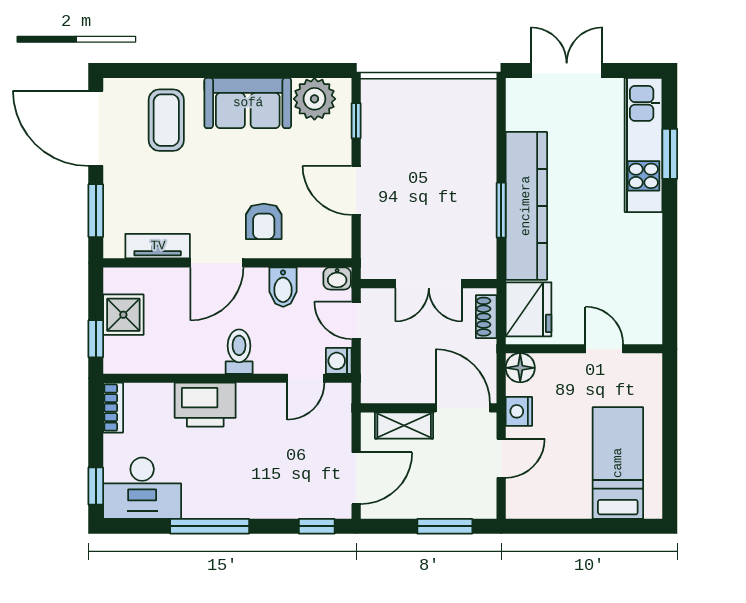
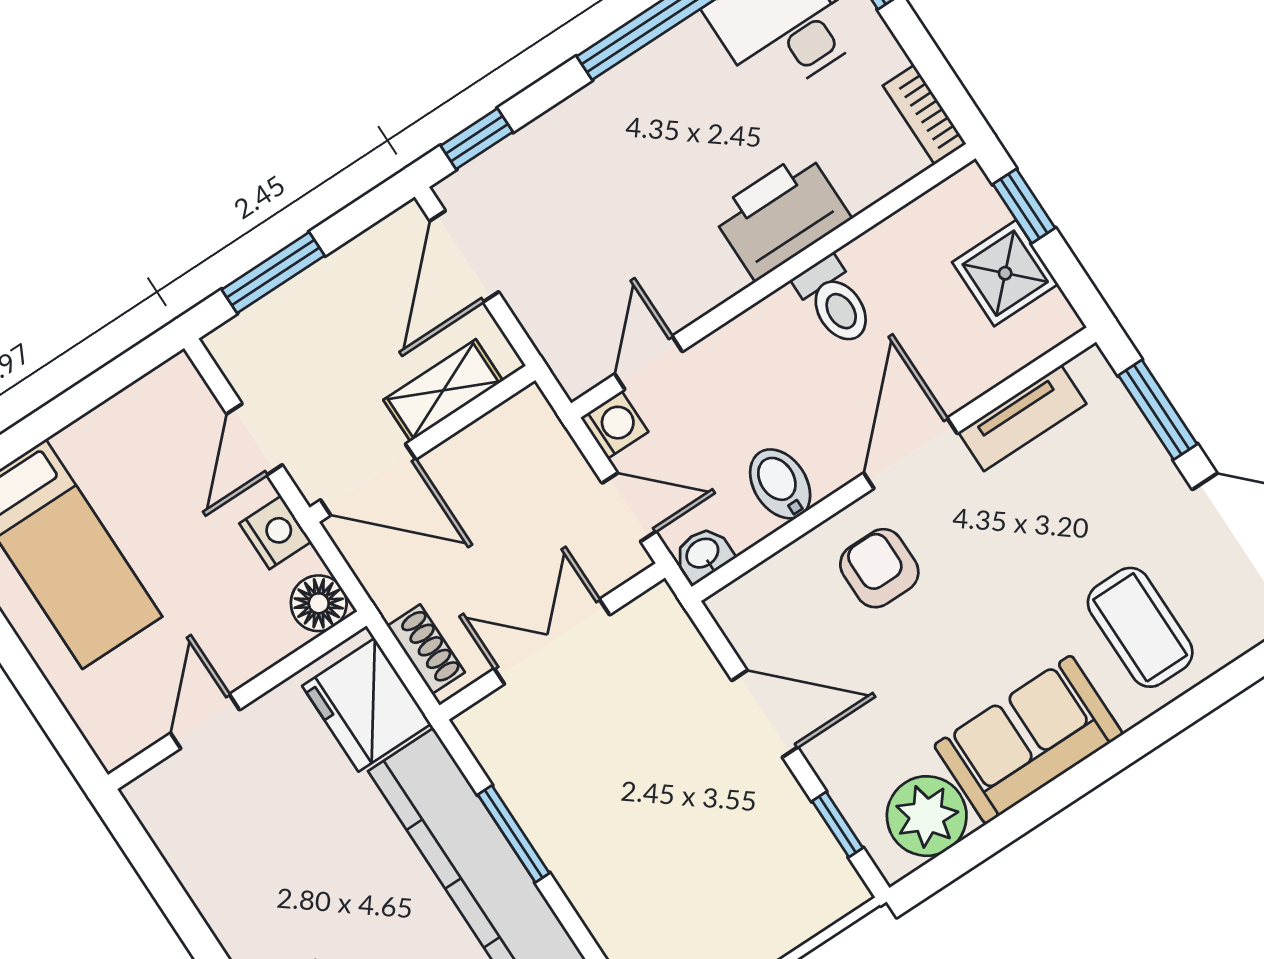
door: (604, 349) -> (205, 721), swing flipped
toilet: (239, 352) -> (835, 301), moved

